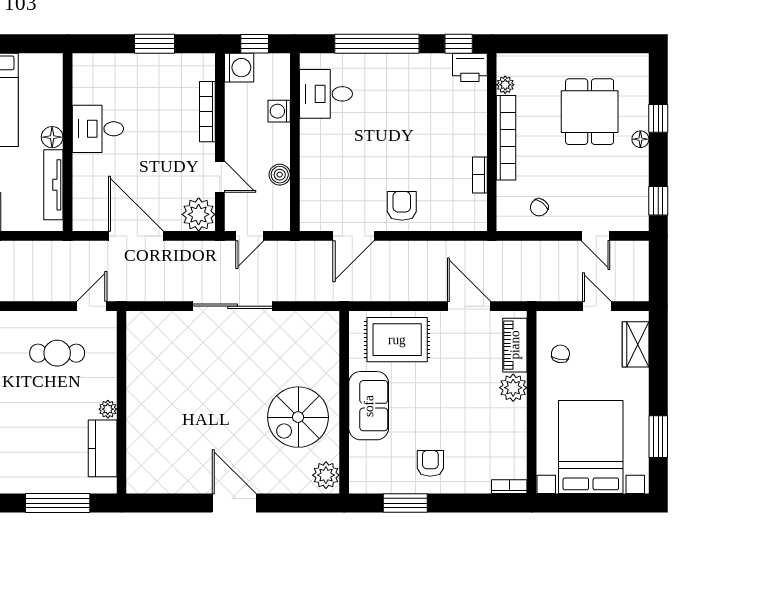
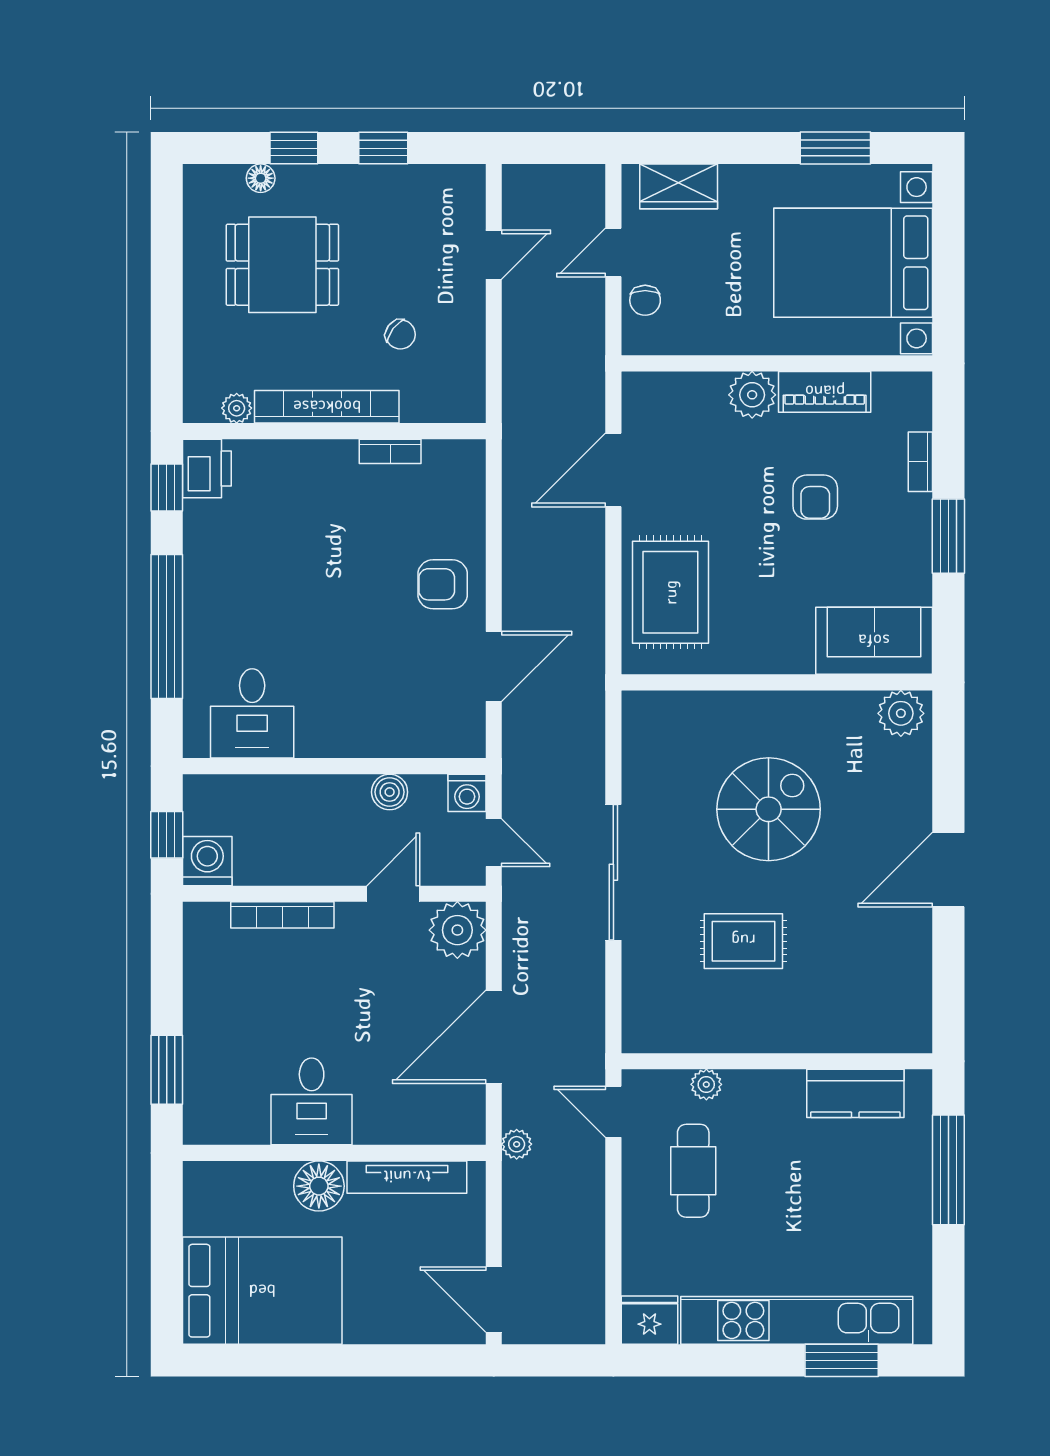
window: (155, 44) -> (167, 1070), moved
washing machine: (279, 111) -> (467, 793), moved
floor lamp: (52, 137) -> (319, 1186), width x1.38, depth x1.38
floor lamp: (640, 139) -> (261, 178), moved
window: (658, 201) -> (383, 148), moved
chair: (539, 207) -> (400, 334), moved
door: (354, 236) -> (494, 666), hinge flipped
plant: (73, 249) -> (517, 1144), added
piano: (515, 345) -> (825, 392), moved
chair: (560, 354) -> (645, 300), moved, turned -97
rug: (192, 383) -> (743, 941), added
sofa: (369, 406) -> (874, 641), moved
plant: (108, 409) -> (706, 1084), moved
spiral stairs: (298, 417) -> (769, 809), moved, turned -90
armchair: (430, 463) -> (815, 497), moved, turned -90
bookcase: (509, 487) -> (920, 462), moved
window: (405, 503) -> (948, 536), moved

